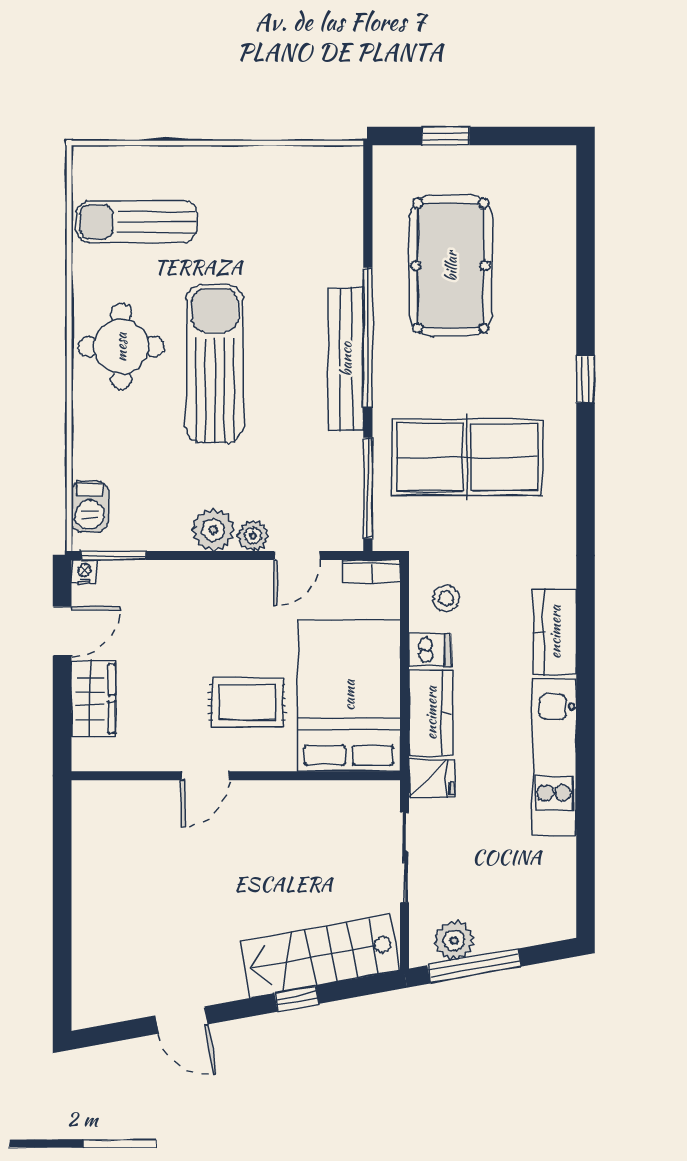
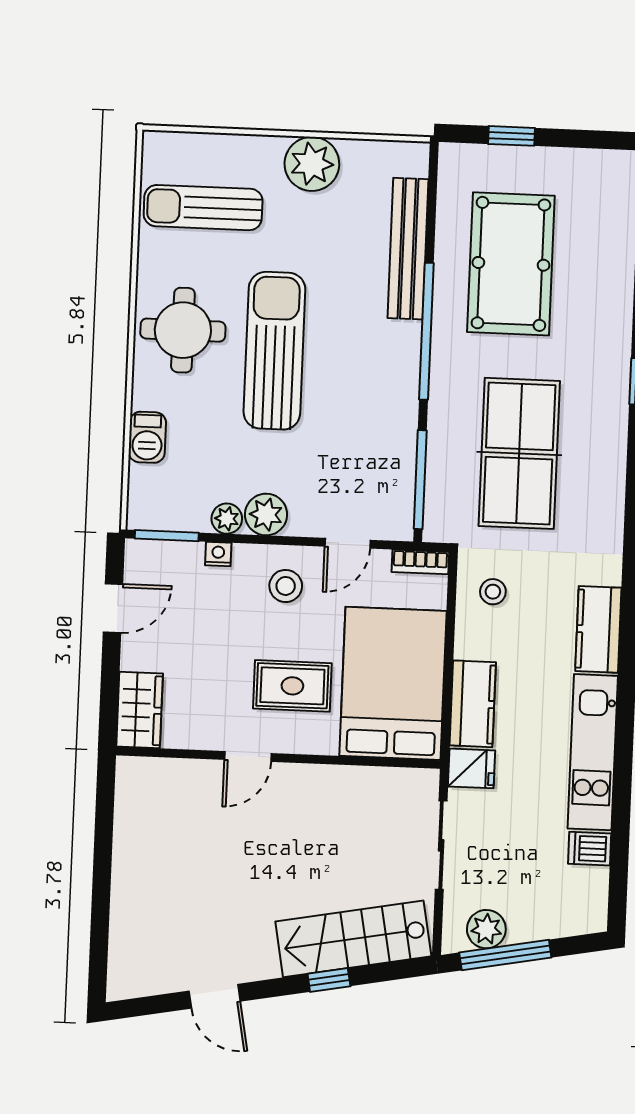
plant: (245, 173) -> (312, 164), added
bench: (346, 359) -> (408, 249), moved
table tennis table: (467, 457) -> (519, 453), turned 90
barbecue: (90, 507) -> (147, 437), moved
plant: (253, 536) -> (227, 519), moved
nightstand: (84, 572) -> (218, 554), moved
stool: (236, 601) -> (286, 586), added
dishwasher: (430, 650) -> (590, 849), moved, turned 180
wardrobe: (93, 699) -> (140, 710), moved

